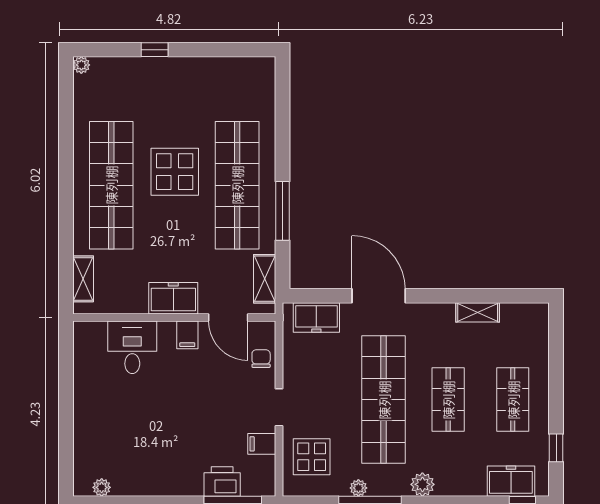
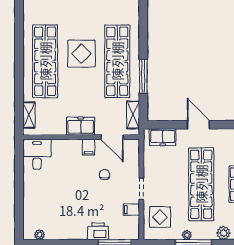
door: (379, 296) -> (198, 125), width x0.73
desk: (132, 347) -> (37, 154), moved
chair: (261, 359) -> (105, 175), moved
printer: (222, 482) -> (98, 231), moved

